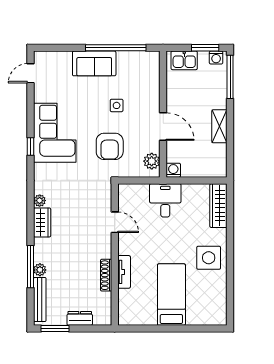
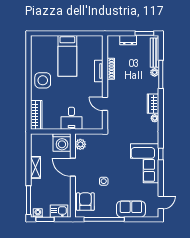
sofa: (94, 63) -> (131, 209), moved
armchair: (110, 146) -> (85, 202), moved
washing machine: (173, 170) -> (62, 143), width x1.89, depth x1.89

